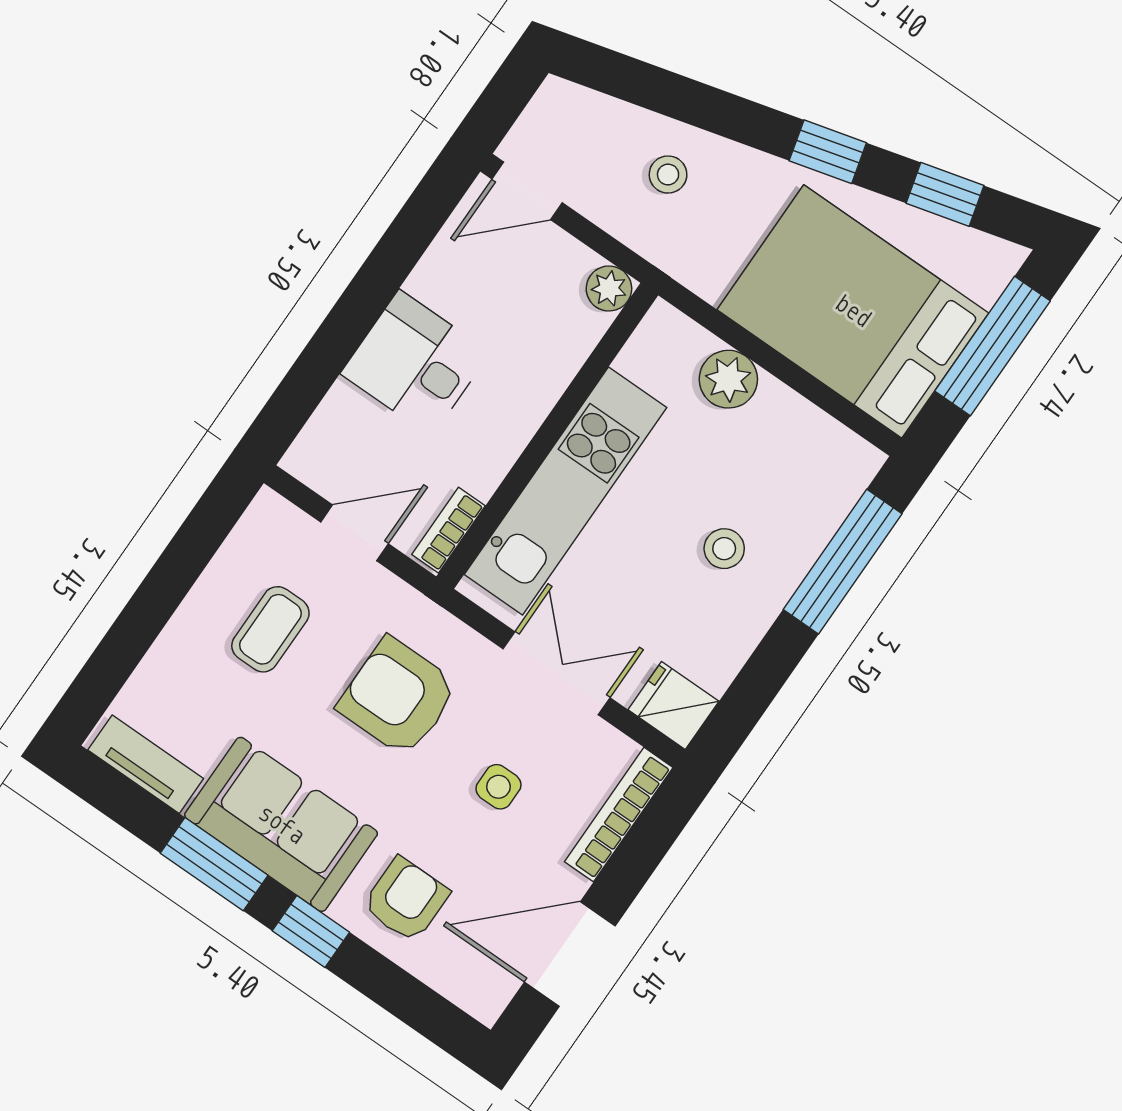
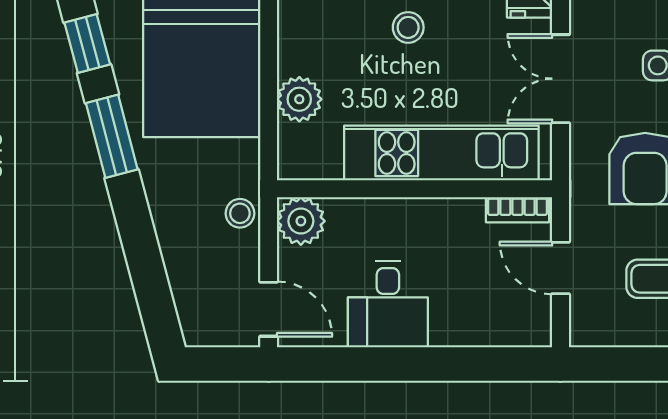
window: (828, 152) -> (112, 136), width x1.50
stool: (668, 175) -> (240, 213), moved
plant: (609, 288) -> (301, 221), width x1.38, depth x1.38
desk: (415, 363) -> (388, 304), moved

